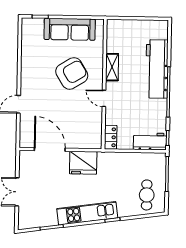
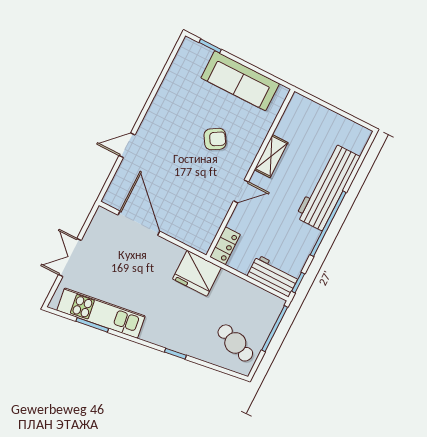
armchair: (72, 73) -> (215, 139), width x0.53, depth x0.53
door: (104, 98) -> (241, 191), swing flipped
fridge: (83, 163) -> (197, 273), moved
cafe table: (147, 195) -> (235, 343), turned -69
kitchen unit: (87, 213) -> (101, 313), moved

